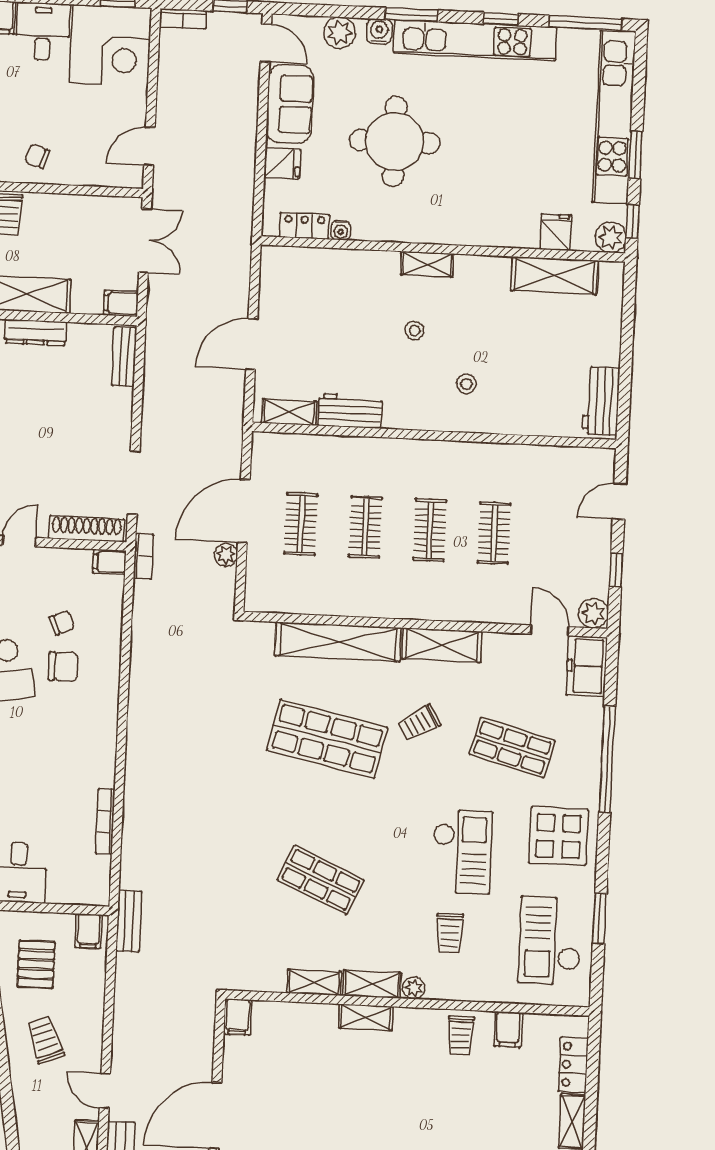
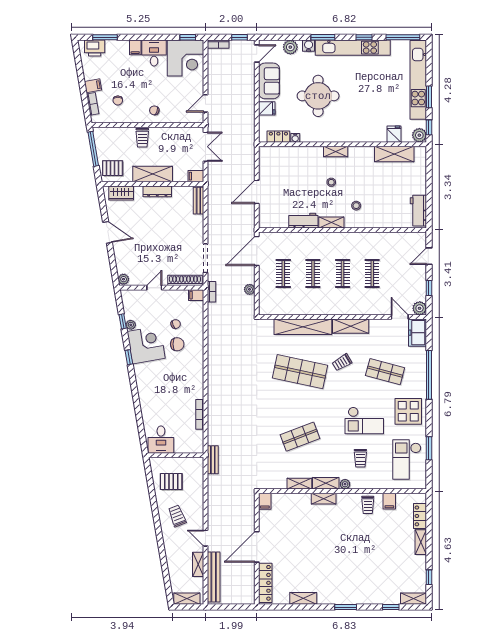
door: (266, 43) -> (257, 53), hinge flipped
shelving: (289, 412) -> (331, 222), moved
door: (244, 511) -> (257, 251), moved
checkout: (462, 852) -> (364, 421), turned 90
shop shelf: (321, 880) -> (300, 437), turned -45
filing cabinet: (89, 931) -> (195, 465), removed
pallet: (36, 964) -> (171, 481), turned 90

